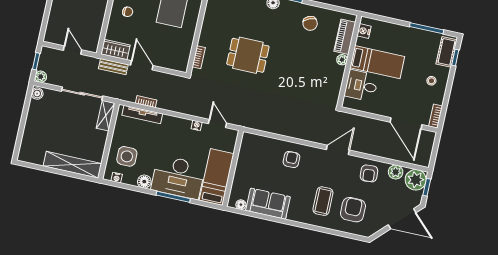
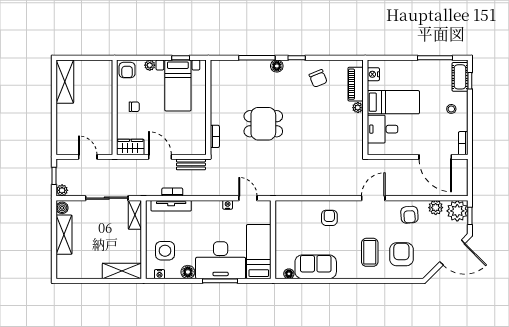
bench: (113, 67) -> (191, 164), moved
shelving: (33, 120) -> (64, 235), added
shelving: (72, 165) -> (122, 271), width x0.68

